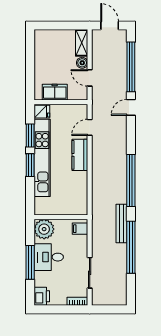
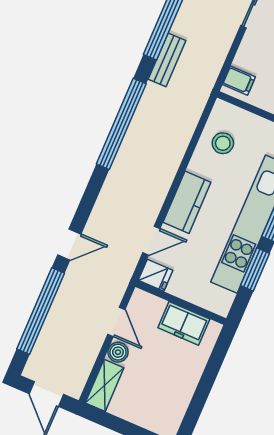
fridge: (42, 112) -> (155, 275), moved, turned 180
stool: (74, 193) -> (223, 143), added
bench: (122, 224) -> (167, 60), width x0.73

